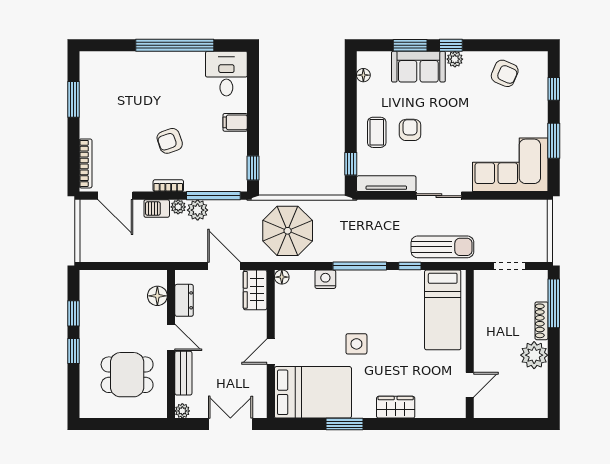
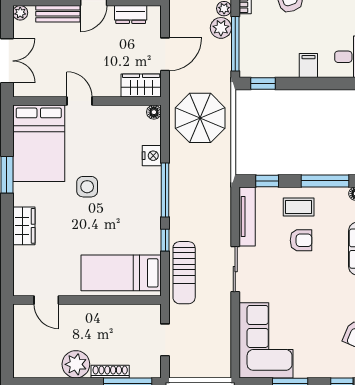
window: (351, 106) -> (325, 181), added

